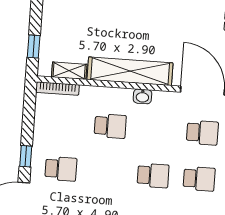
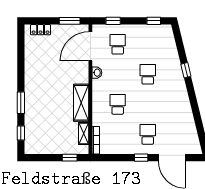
shelving: (130, 71) -> (81, 103), width x0.68
washbasin: (142, 96) -> (97, 73), moved
school desk: (199, 179) -> (148, 44), removed

